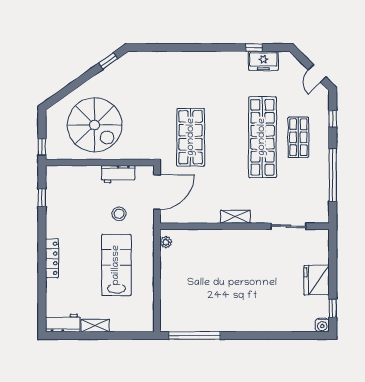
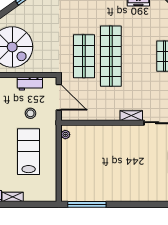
shop shelf: (262, 137) -> (111, 56), moved
door: (157, 192) -> (59, 97), hinge flipped
shelving: (235, 217) -> (131, 116), moved

